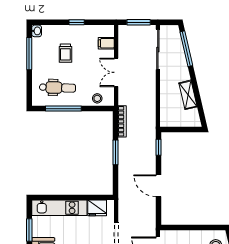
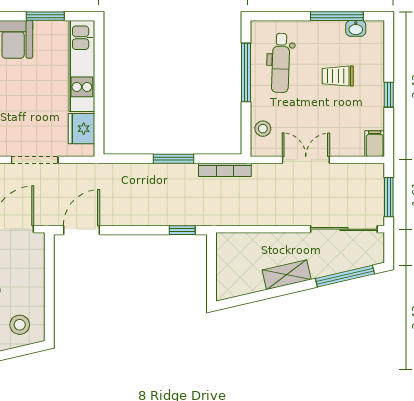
washbasin: (37, 31) -> (356, 28), moved
filing cabinet: (106, 43) -> (375, 144), moved
shelving: (188, 95) -> (287, 275), moved
door: (159, 186) -> (81, 230), moved

